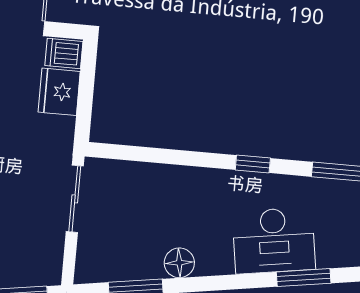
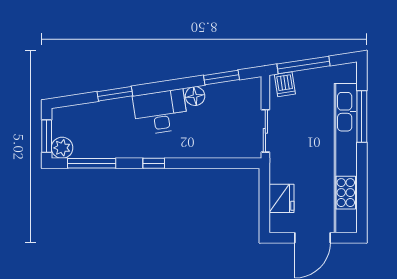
dishwasher: (64, 54) -> (285, 84), moved, turned 81
desk: (274, 241) -> (160, 112), moved

